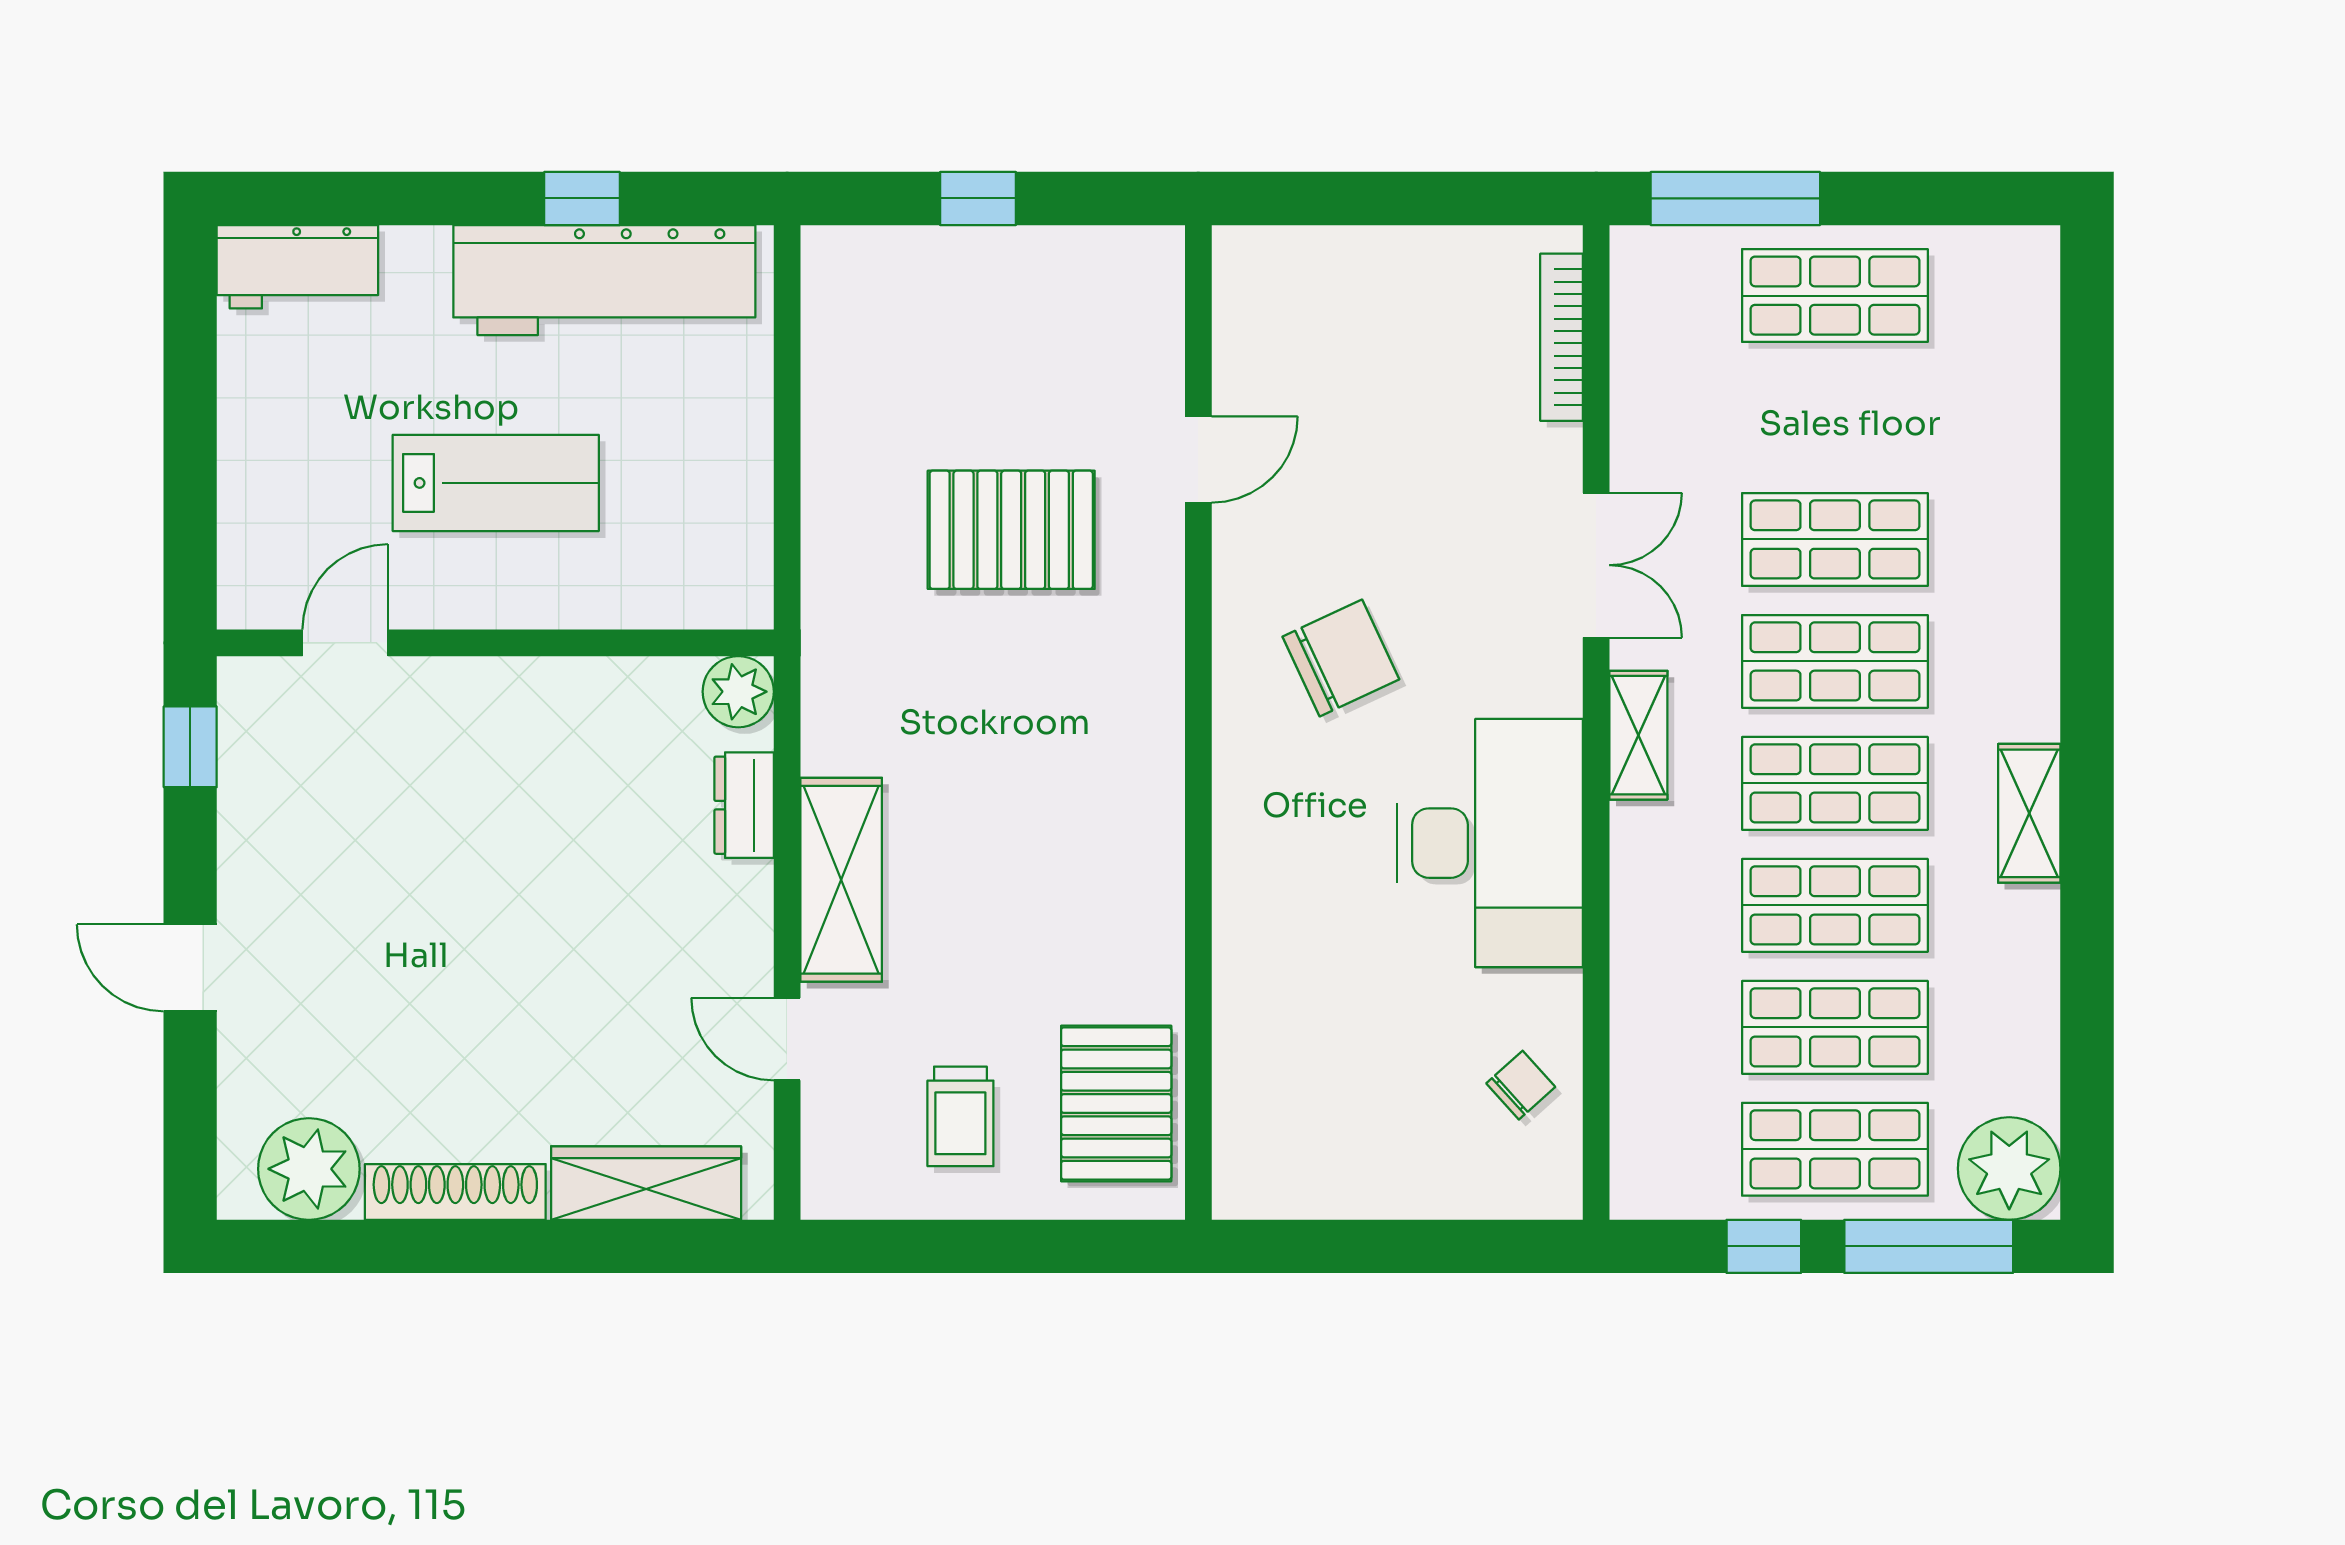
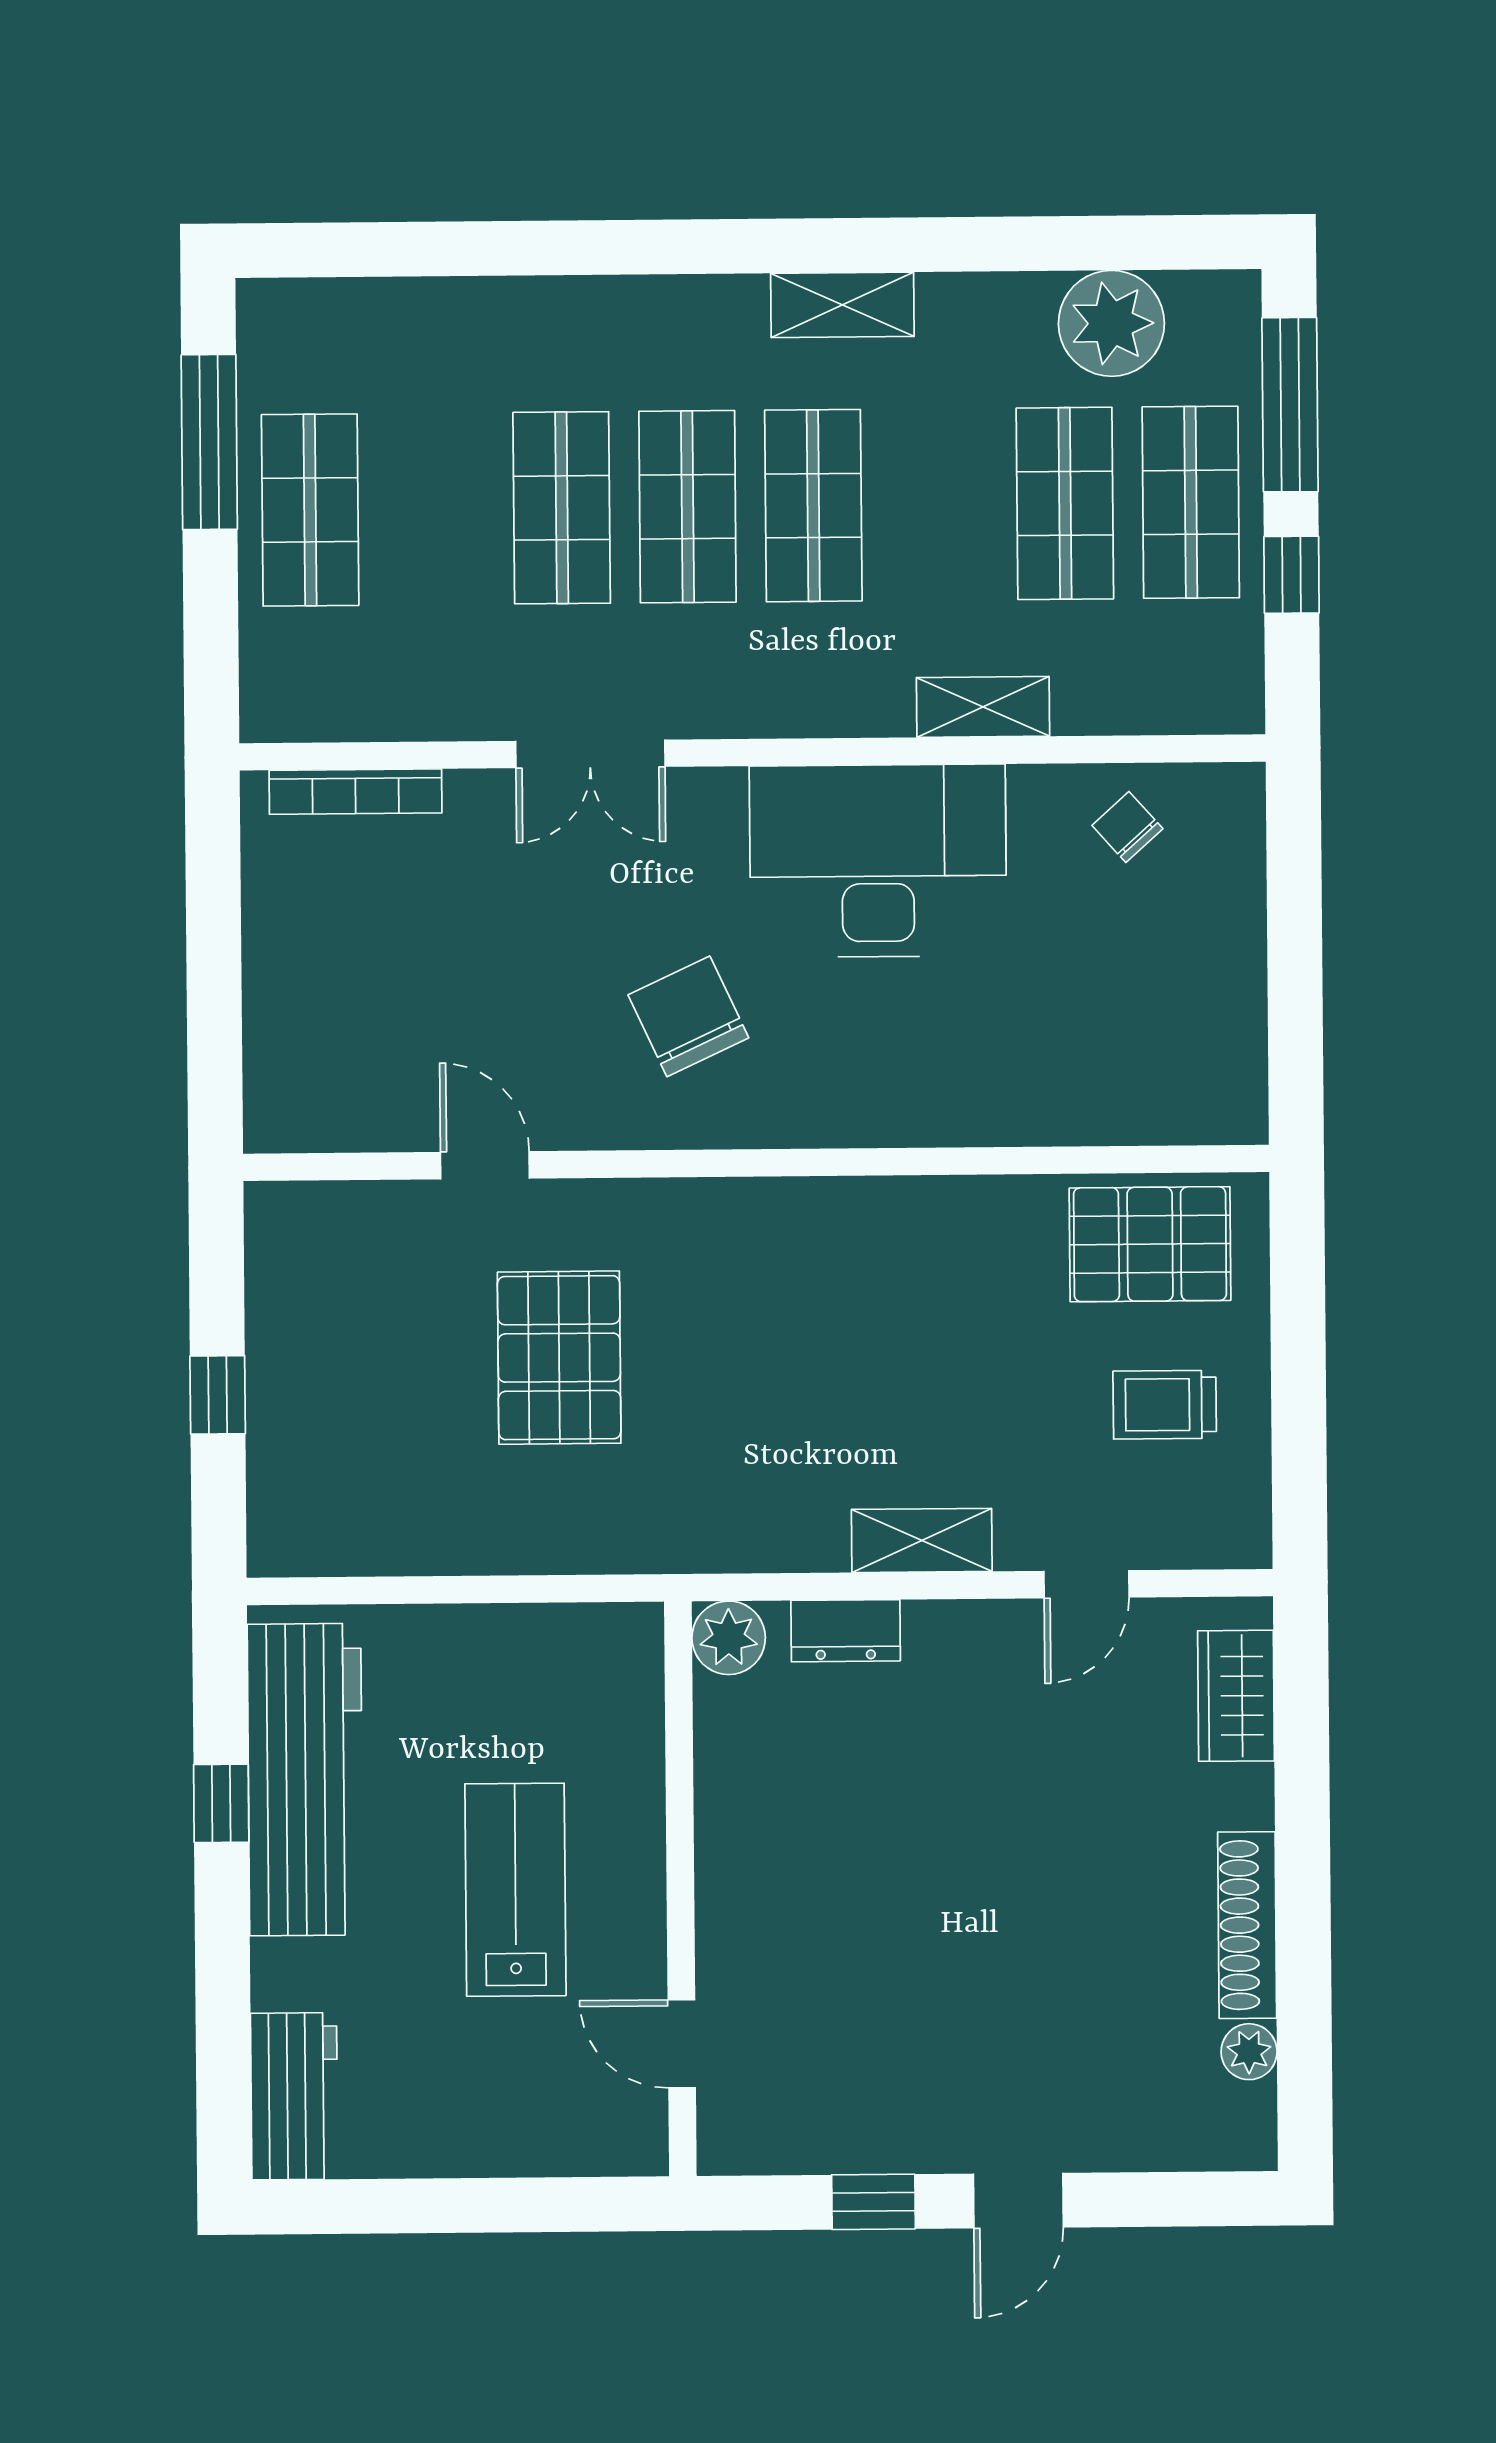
window: (1735, 198) -> (209, 442), moved
double door: (1596, 565) -> (590, 754), swing flipped
shelving: (1638, 735) -> (983, 707), moved
window: (190, 747) -> (873, 2202), moved
shelving: (841, 880) -> (922, 1540), width x0.67, depth x0.75
shop shelf: (1835, 905) -> (939, 504), removed
trolley: (960, 1116) -> (1165, 1405), turned 180
plant: (309, 1169) -> (1249, 2052), width x0.53, depth x0.53
plant: (2009, 1169) -> (1111, 323), moved
wardrobe: (646, 1183) -> (1236, 1696), width x0.67

